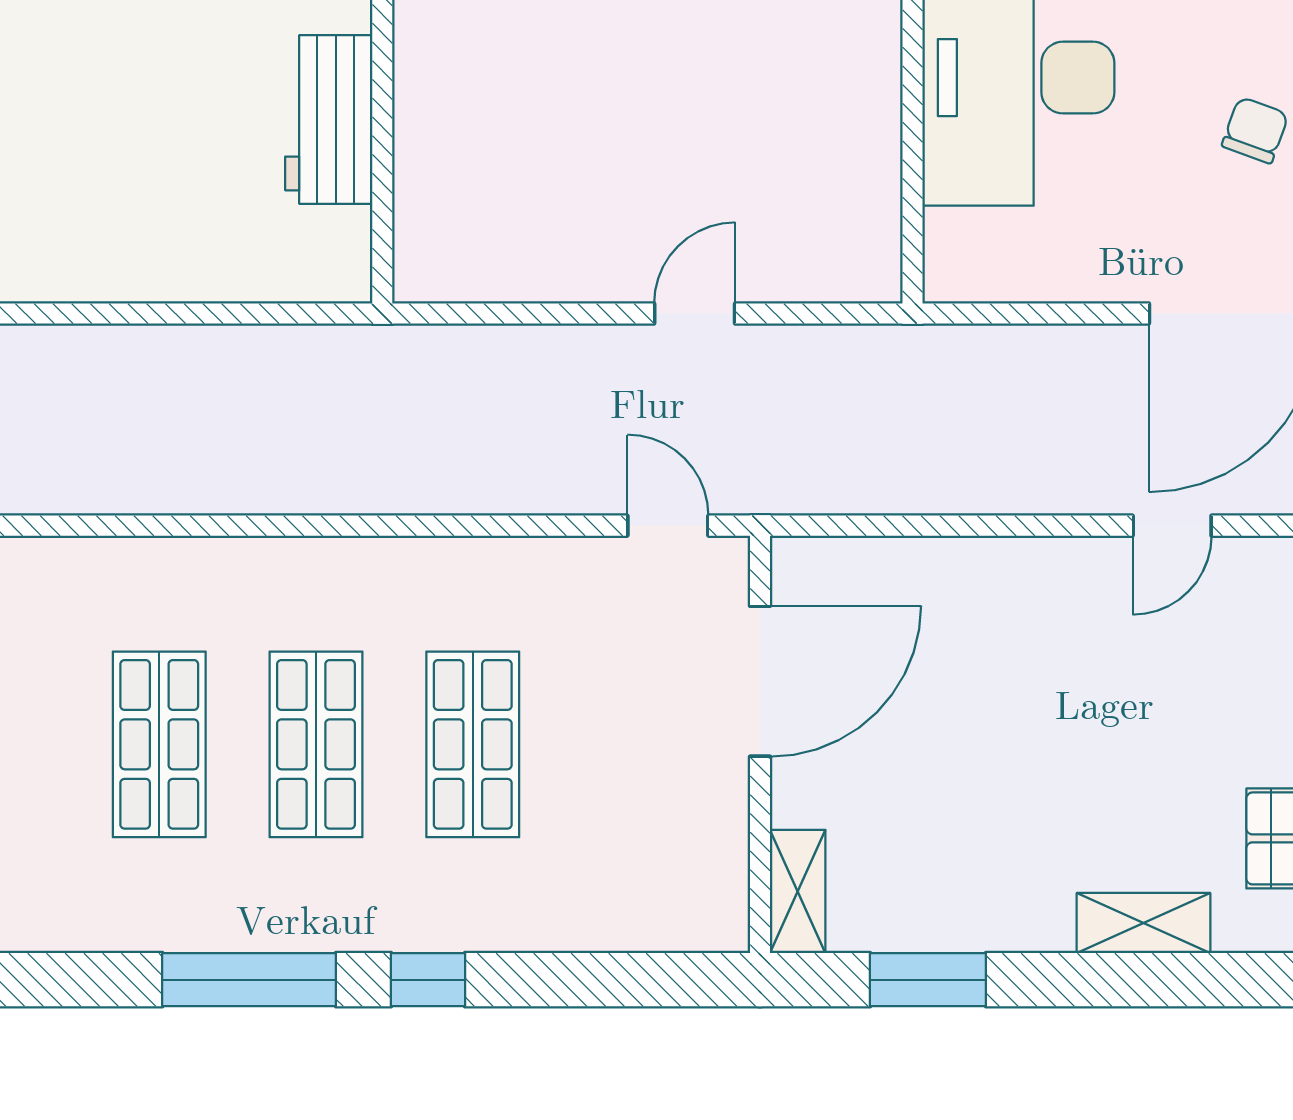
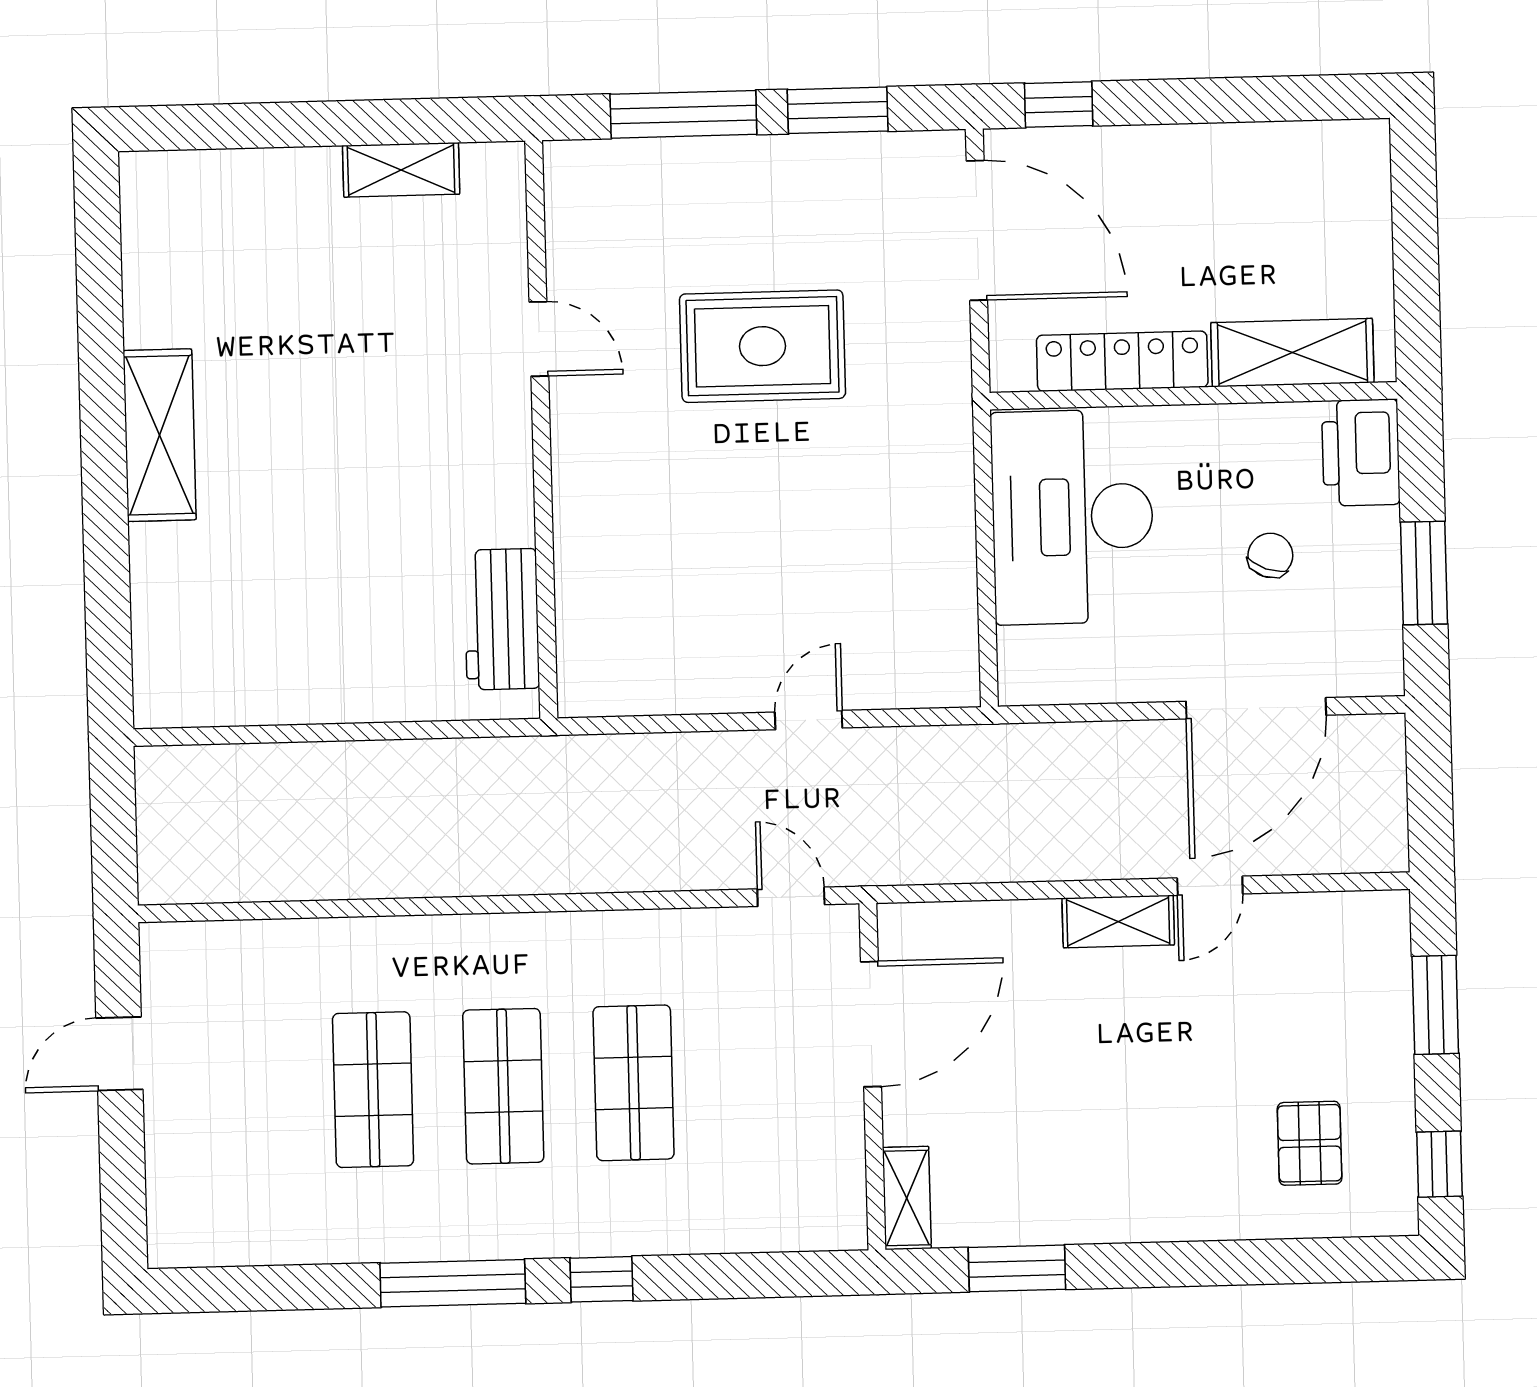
workbench: (329, 119) -> (502, 619), moved
shelving: (1144, 923) -> (1118, 922), moved

